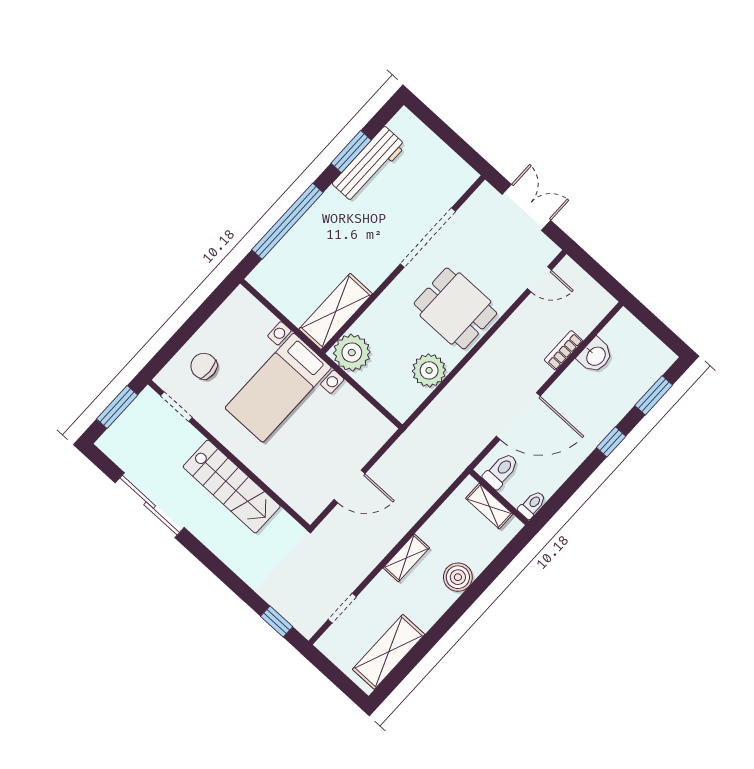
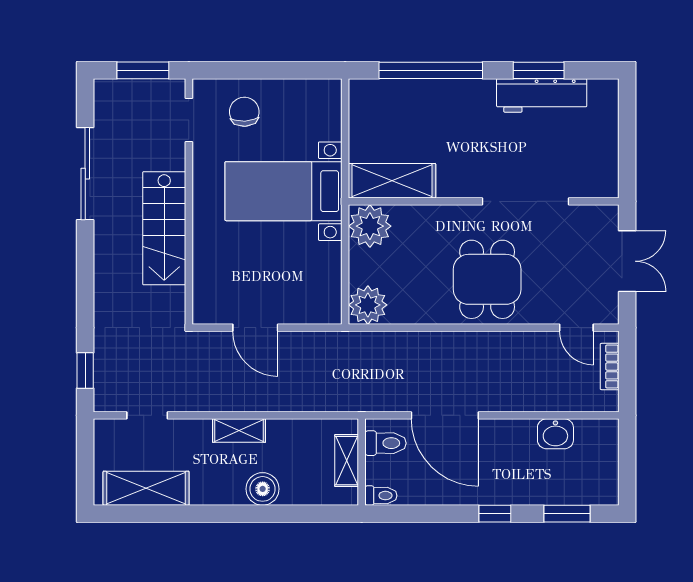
bookcase: (564, 350) -> (610, 366), moved, turned -90
plant: (429, 370) -> (368, 305), moved

